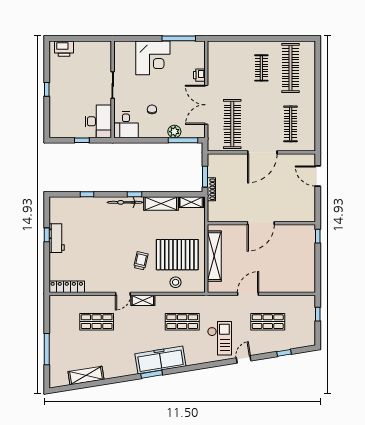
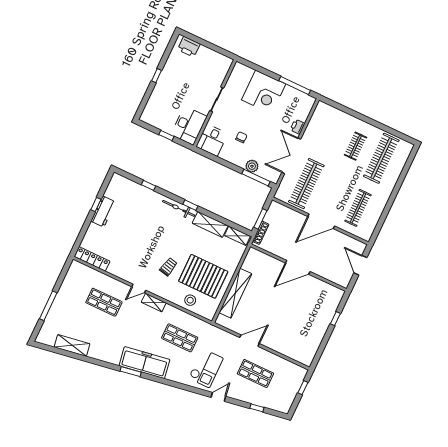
door: (261, 223) -> (298, 267), moved
wall: (261, 223) -> (298, 268), moved

